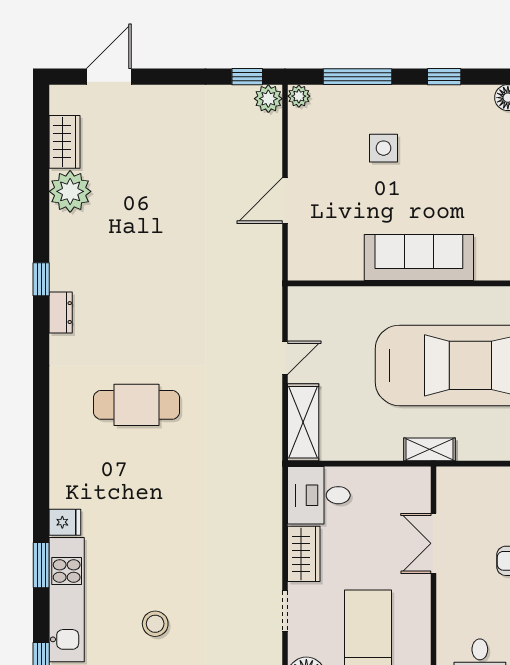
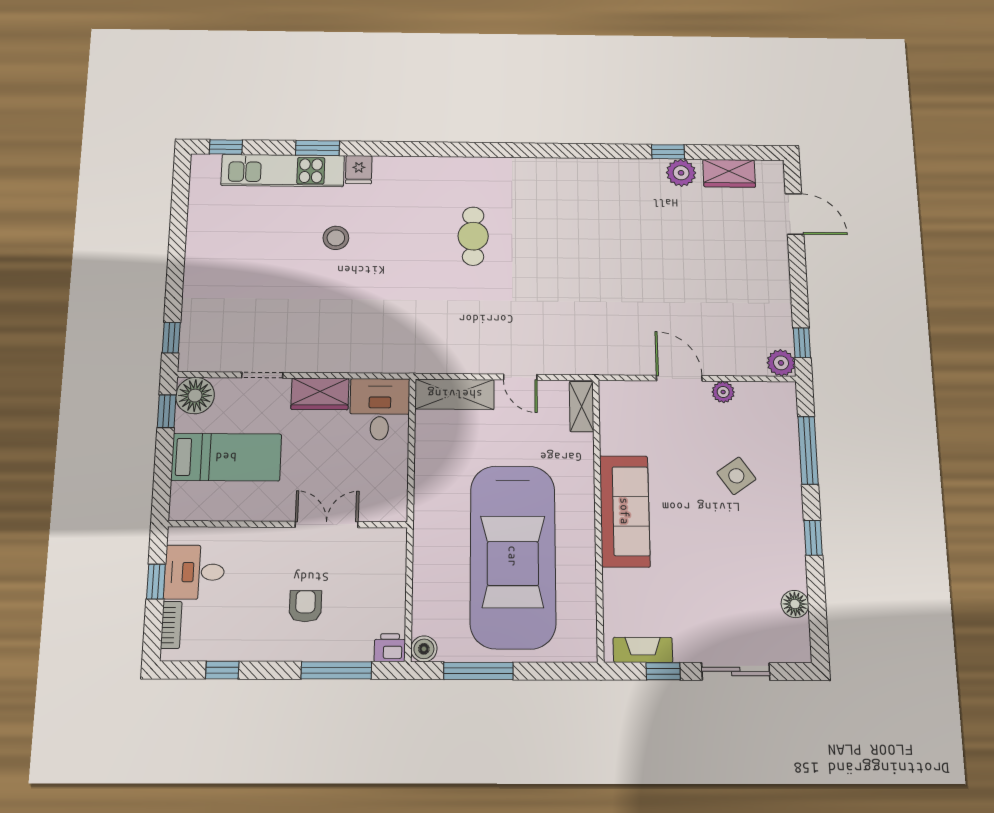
plant: (299, 96) -> (723, 392), moved
side table: (383, 148) -> (736, 476), turned -35
plant: (70, 191) -> (681, 173), width x0.73, depth x0.73
window: (41, 279) -> (668, 152), moved
dresser: (61, 313) -> (563, 168), removed
cafe table: (137, 405) -> (473, 236), width x0.73, depth x0.74
shelving: (430, 449) -> (582, 407), moved
stool: (155, 624) -> (336, 238), moved

